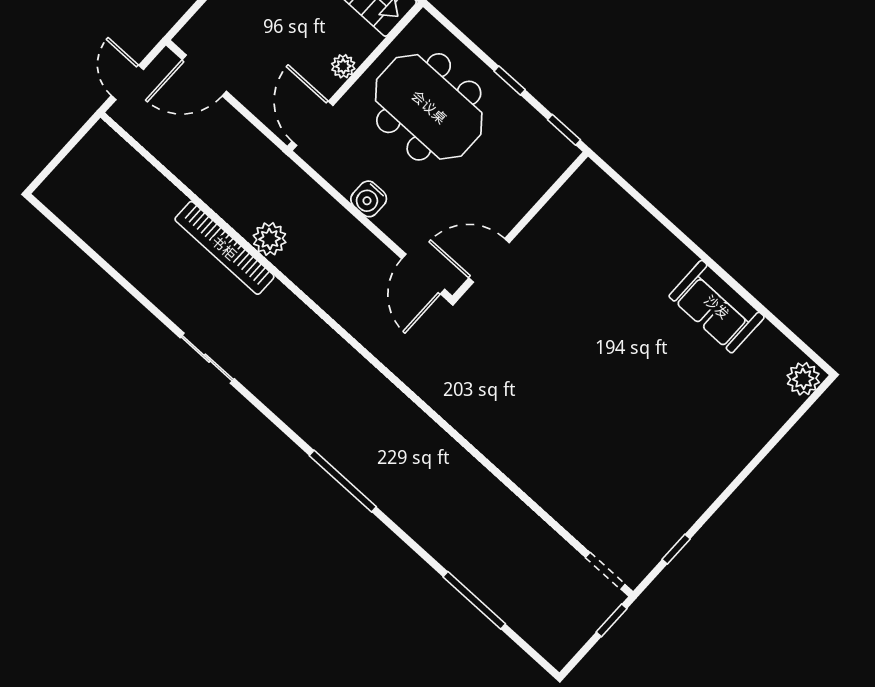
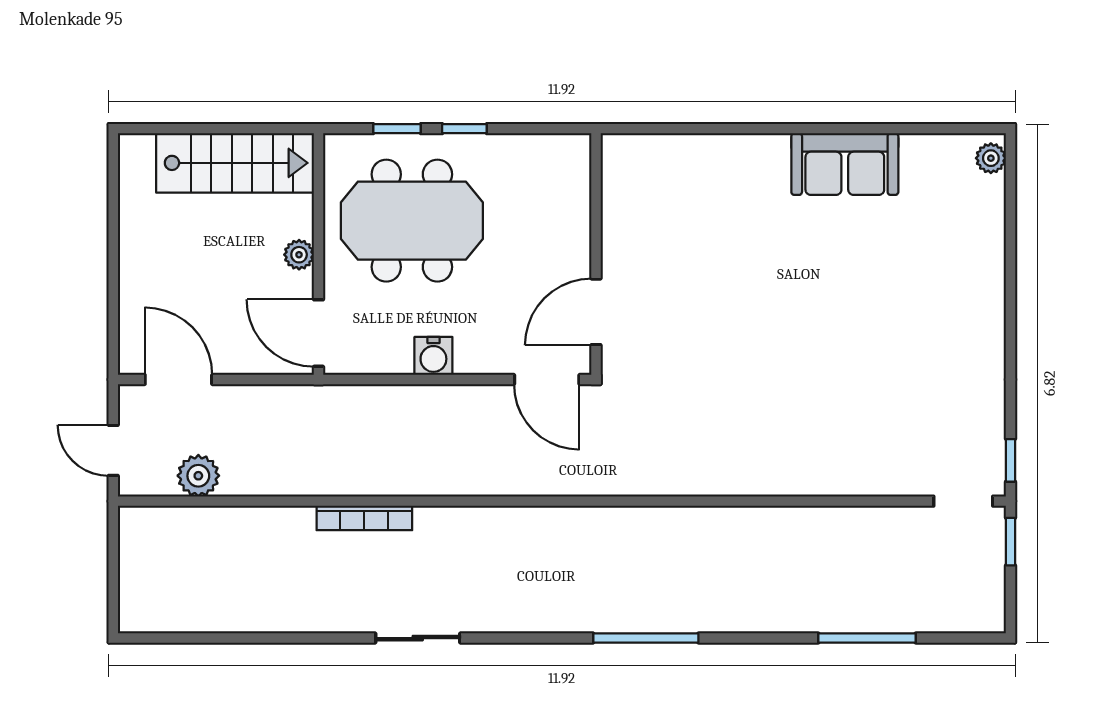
door: (204, 75) -> (178, 380), swing flipped
window: (564, 130) -> (397, 129), moved
plant: (270, 239) -> (198, 476), moved
bookcase: (224, 248) -> (364, 518), width x0.68, depth x0.76
plant: (803, 379) -> (991, 158), width x0.73, depth x0.73
window: (676, 549) -> (1010, 460), moved

